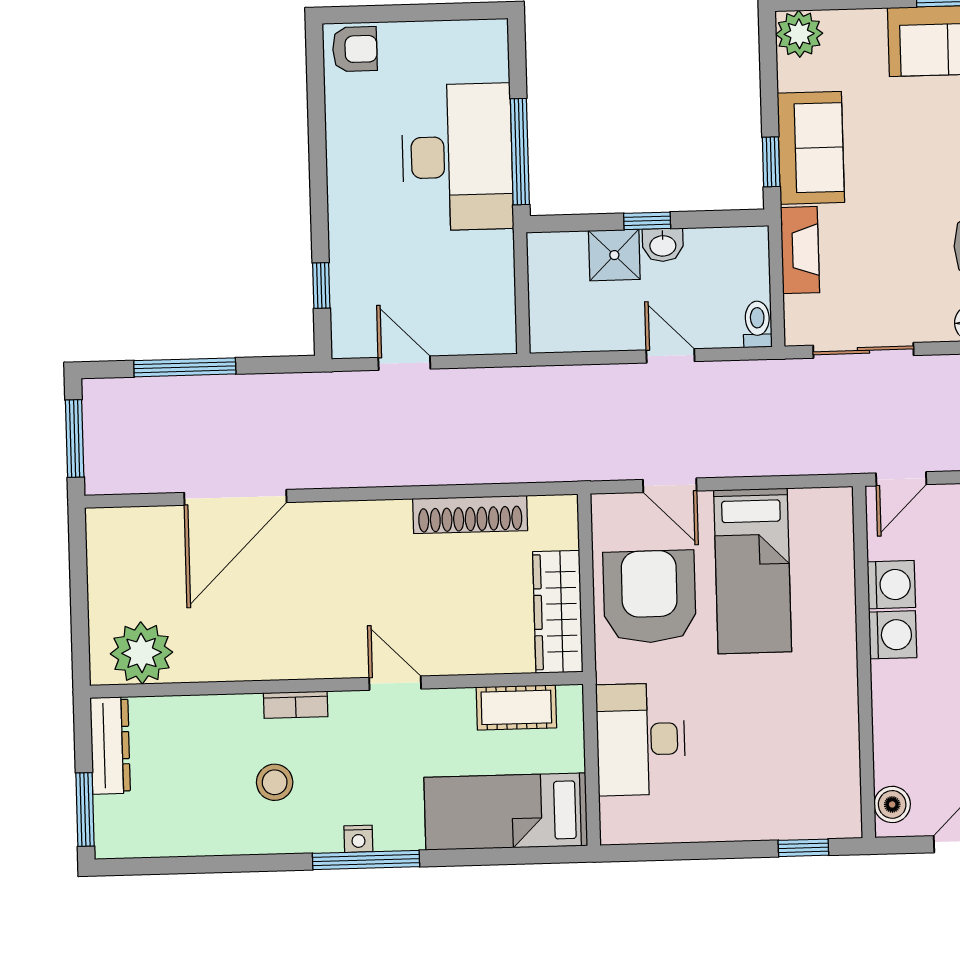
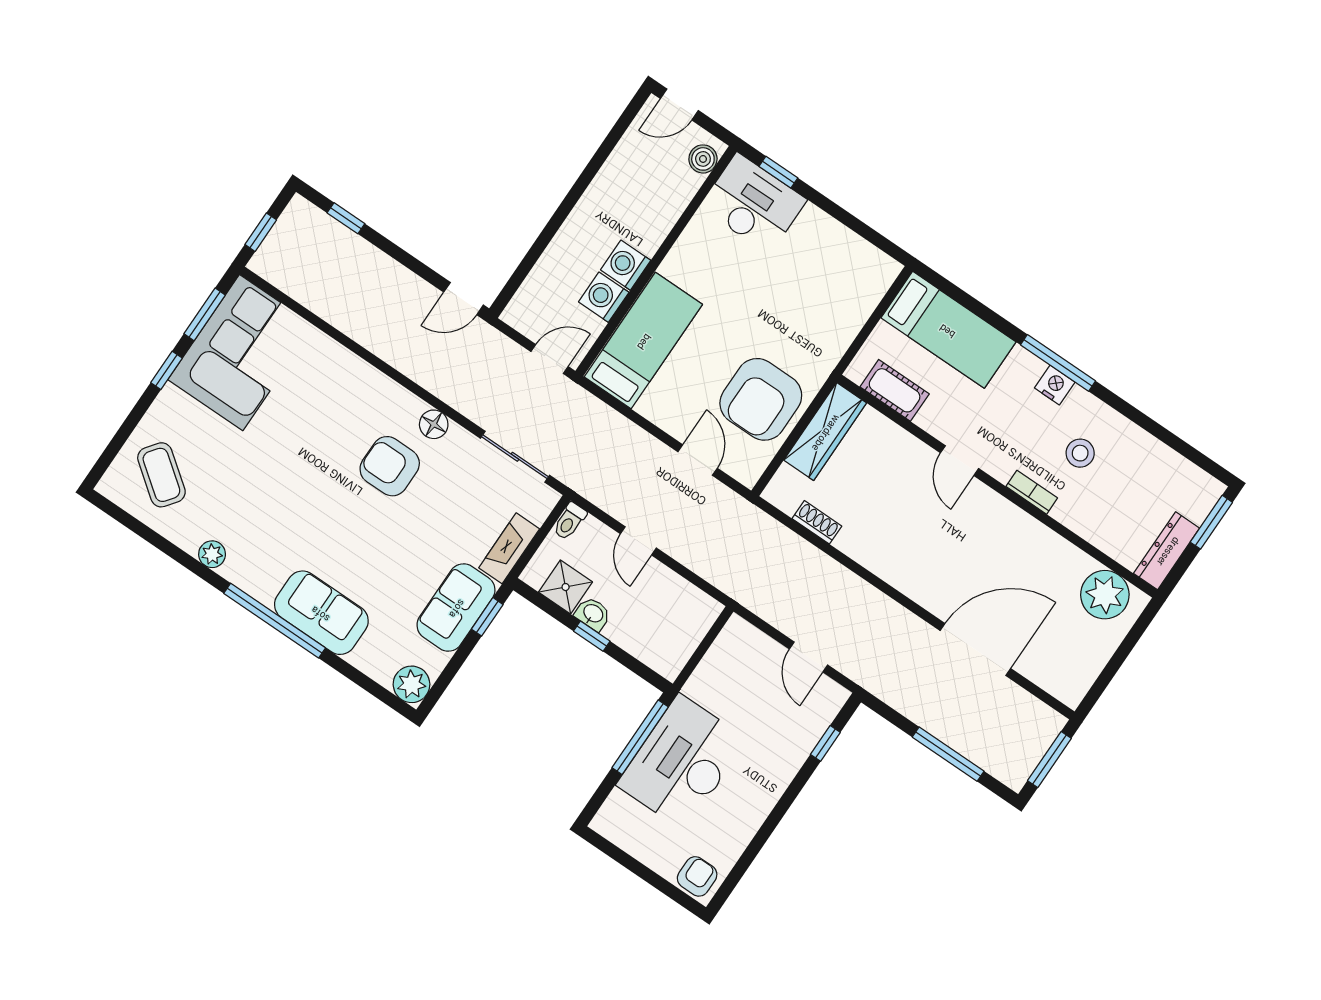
armchair: (355, 49) -> (697, 876), turned 90
shower: (614, 255) -> (566, 587), moved
shoe rack: (470, 515) -> (817, 522), width x0.51, depth x0.81
bed: (753, 571) -> (643, 341), moved
desk: (641, 739) -> (753, 203), moved, turned -90
nightstand: (358, 839) -> (1055, 385), width x1.39, depth x1.35

